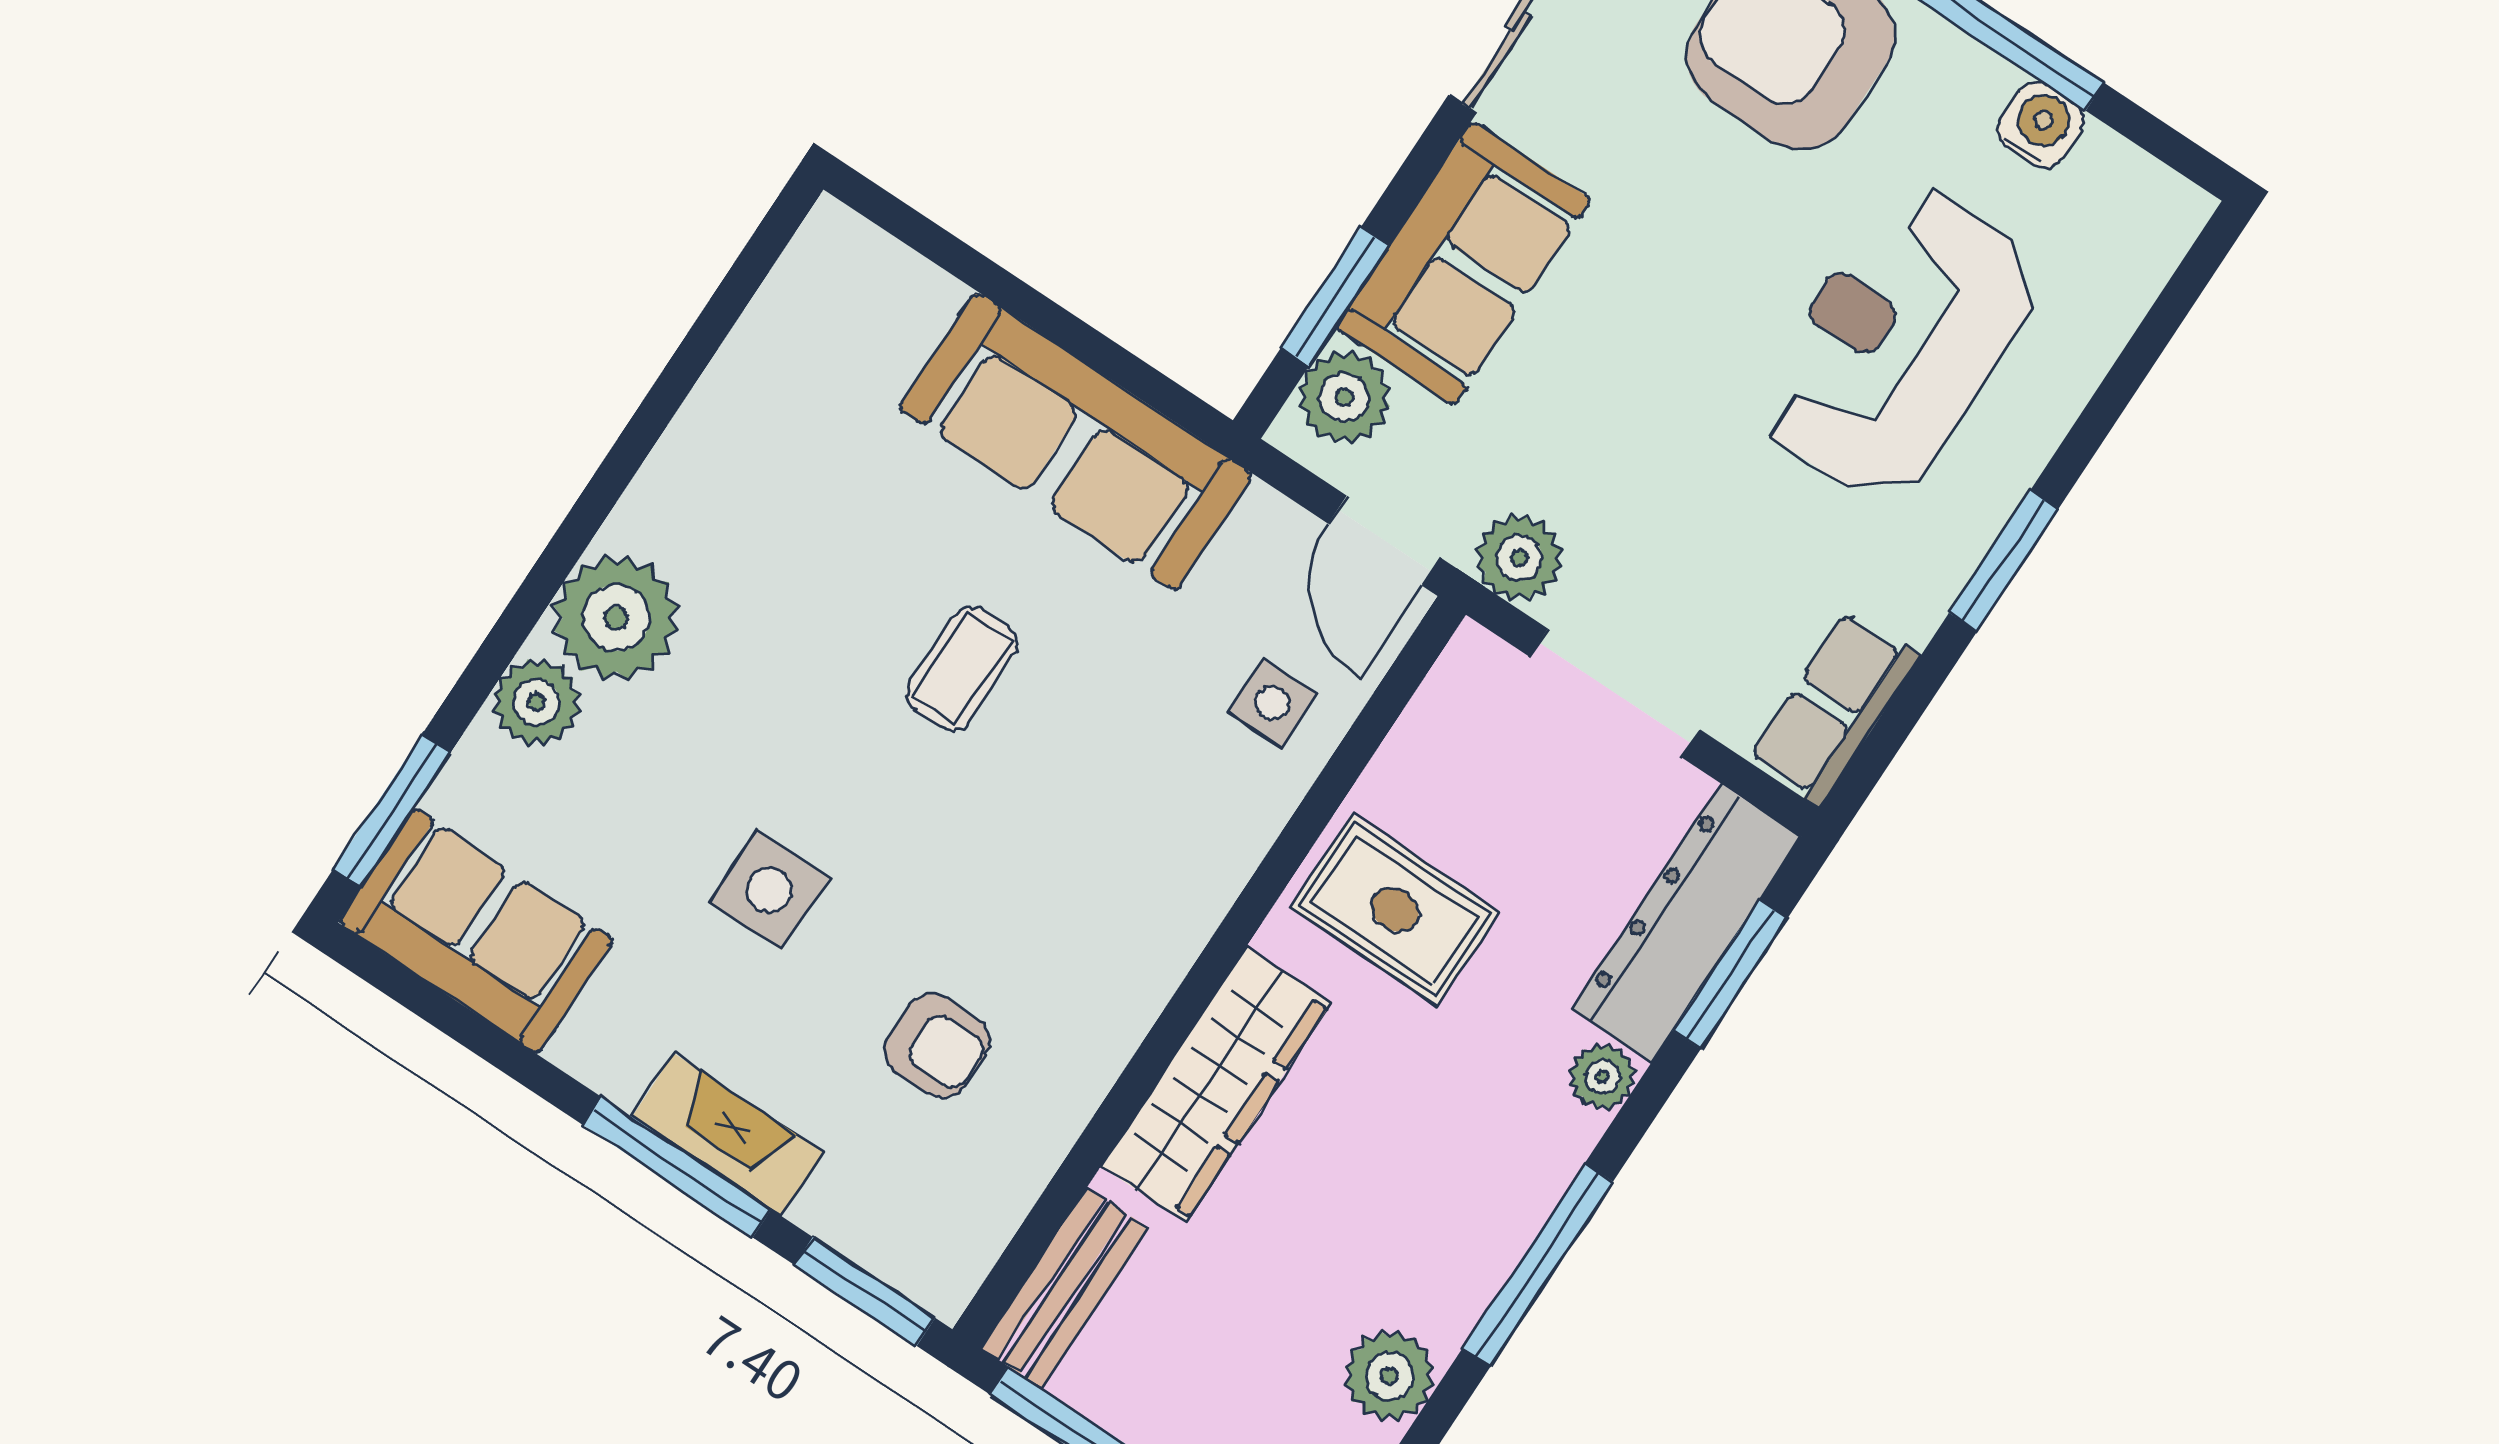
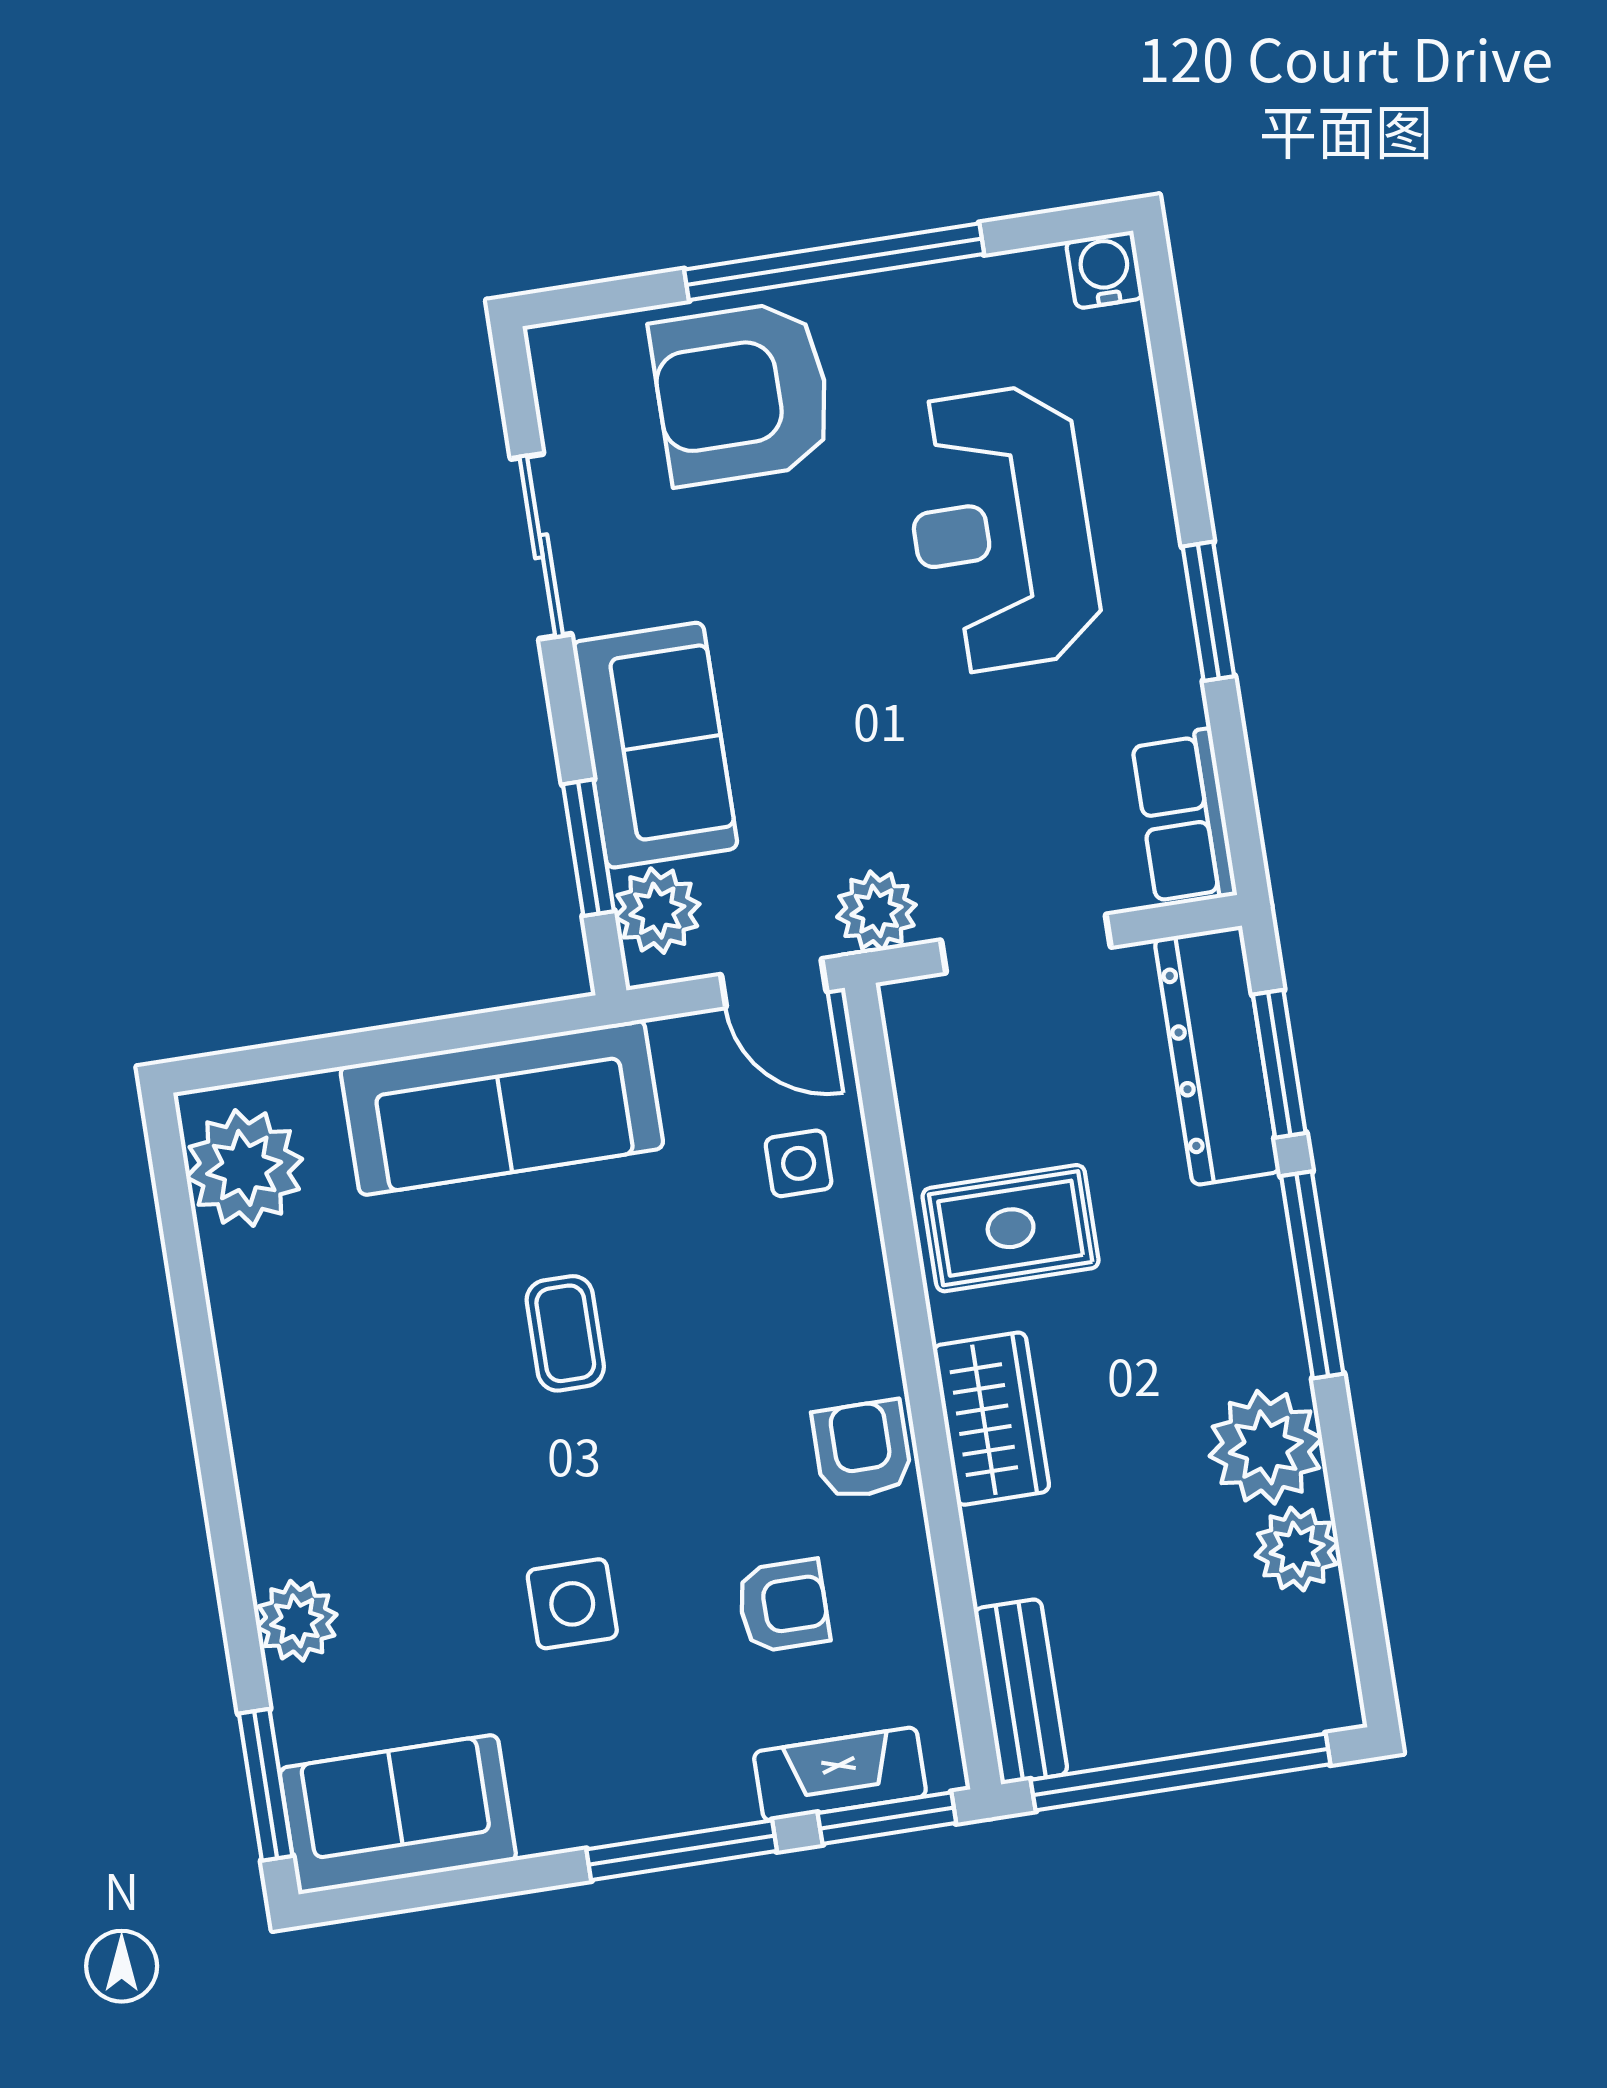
water cooler: (2040, 125) -> (1105, 270), moved
plant: (616, 618) -> (244, 1168), moved
armchair: (1114, 978) -> (862, 1450), added
plant: (1603, 1077) -> (1266, 1447), moved, width x1.87, depth x1.87
wardrobe: (1216, 1085) -> (991, 1419), width x0.67
fireplace: (727, 1135) -> (840, 1774), moved
window: (1538, 1265) -> (1312, 1275), moved

